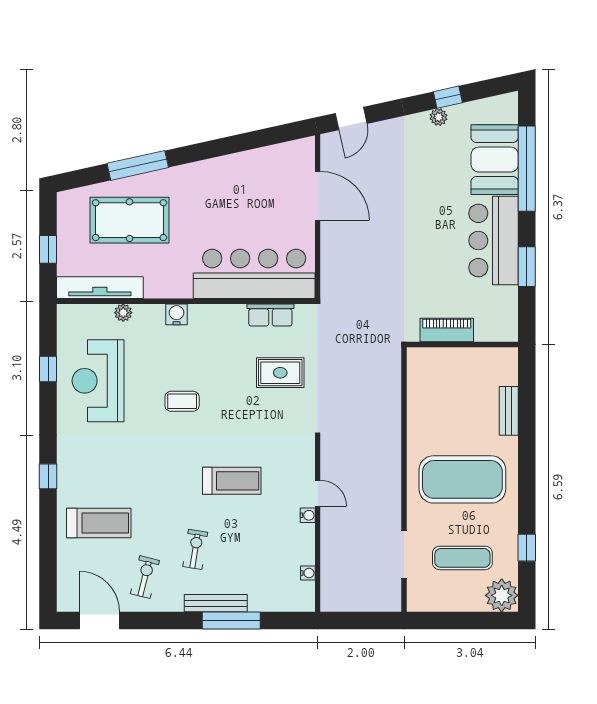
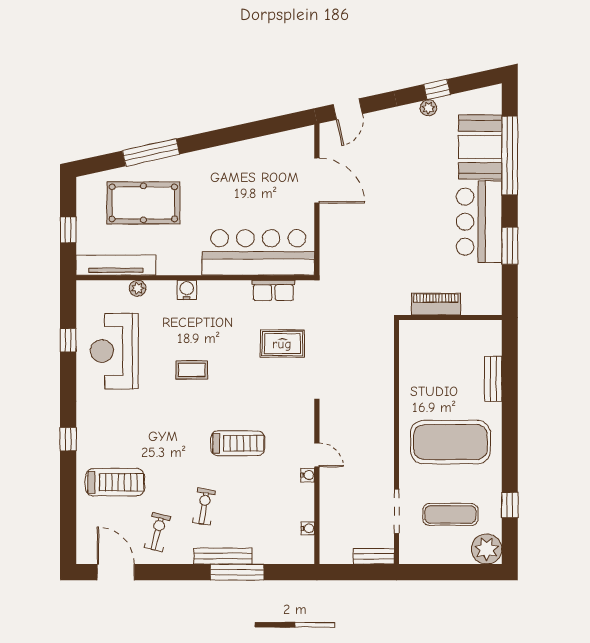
bench: (379, 603) -> (374, 556), added

